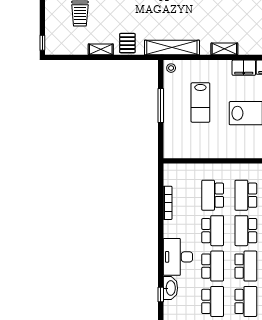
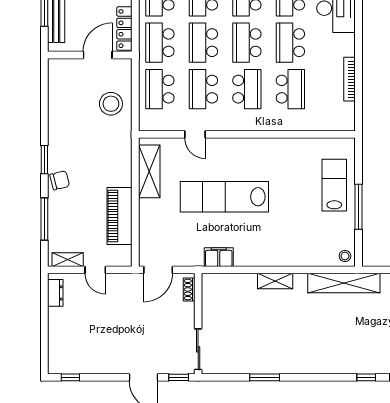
filing cabinet: (244, 68) -> (250, 256), removed
lab bench: (200, 102) -> (334, 185), moved
school desk: (246, 231) -> (247, 43), turned 180

